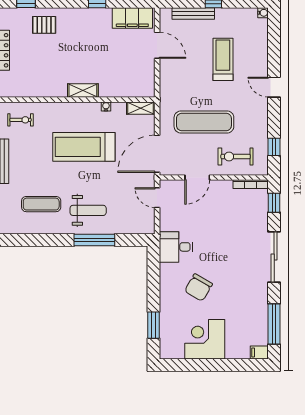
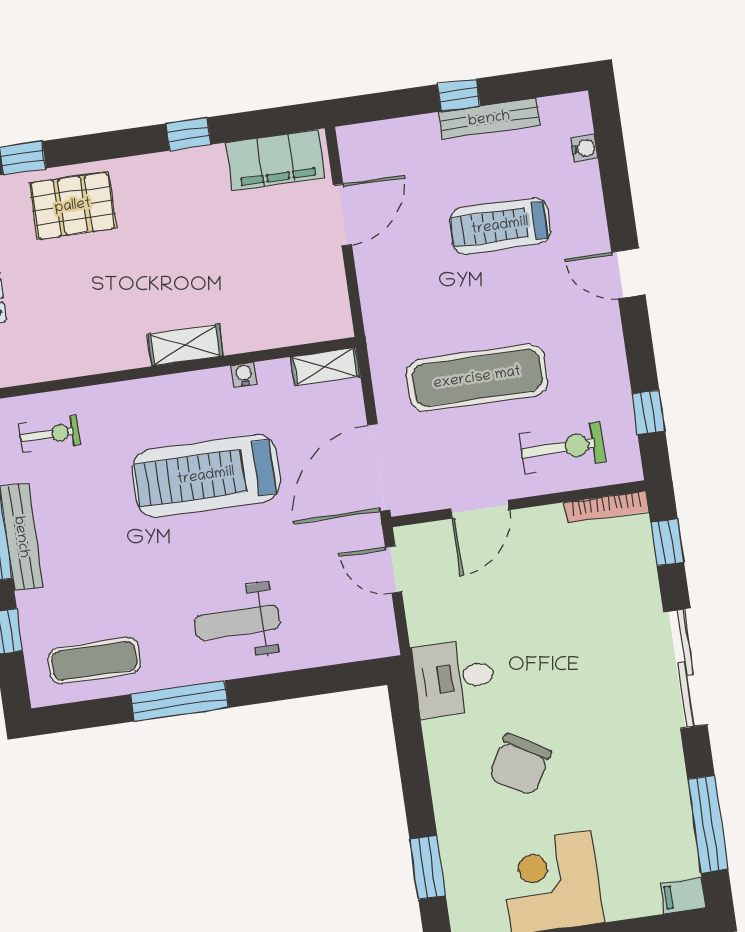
water cooler: (263, 13) -> (584, 148), moved
bench: (193, 14) -> (489, 119), moved
pallet: (44, 25) -> (73, 206), width x1.50, depth x1.42
door: (157, 45) -> (342, 215), hinge flipped
treadmill: (223, 59) -> (500, 226), turned -90
exercise bike: (236, 156) -> (562, 447), turned 180
exercise mat: (41, 204) -> (94, 661), moved
weight bench: (88, 210) -> (237, 622), turned 180
window: (94, 240) -> (180, 701), moved

